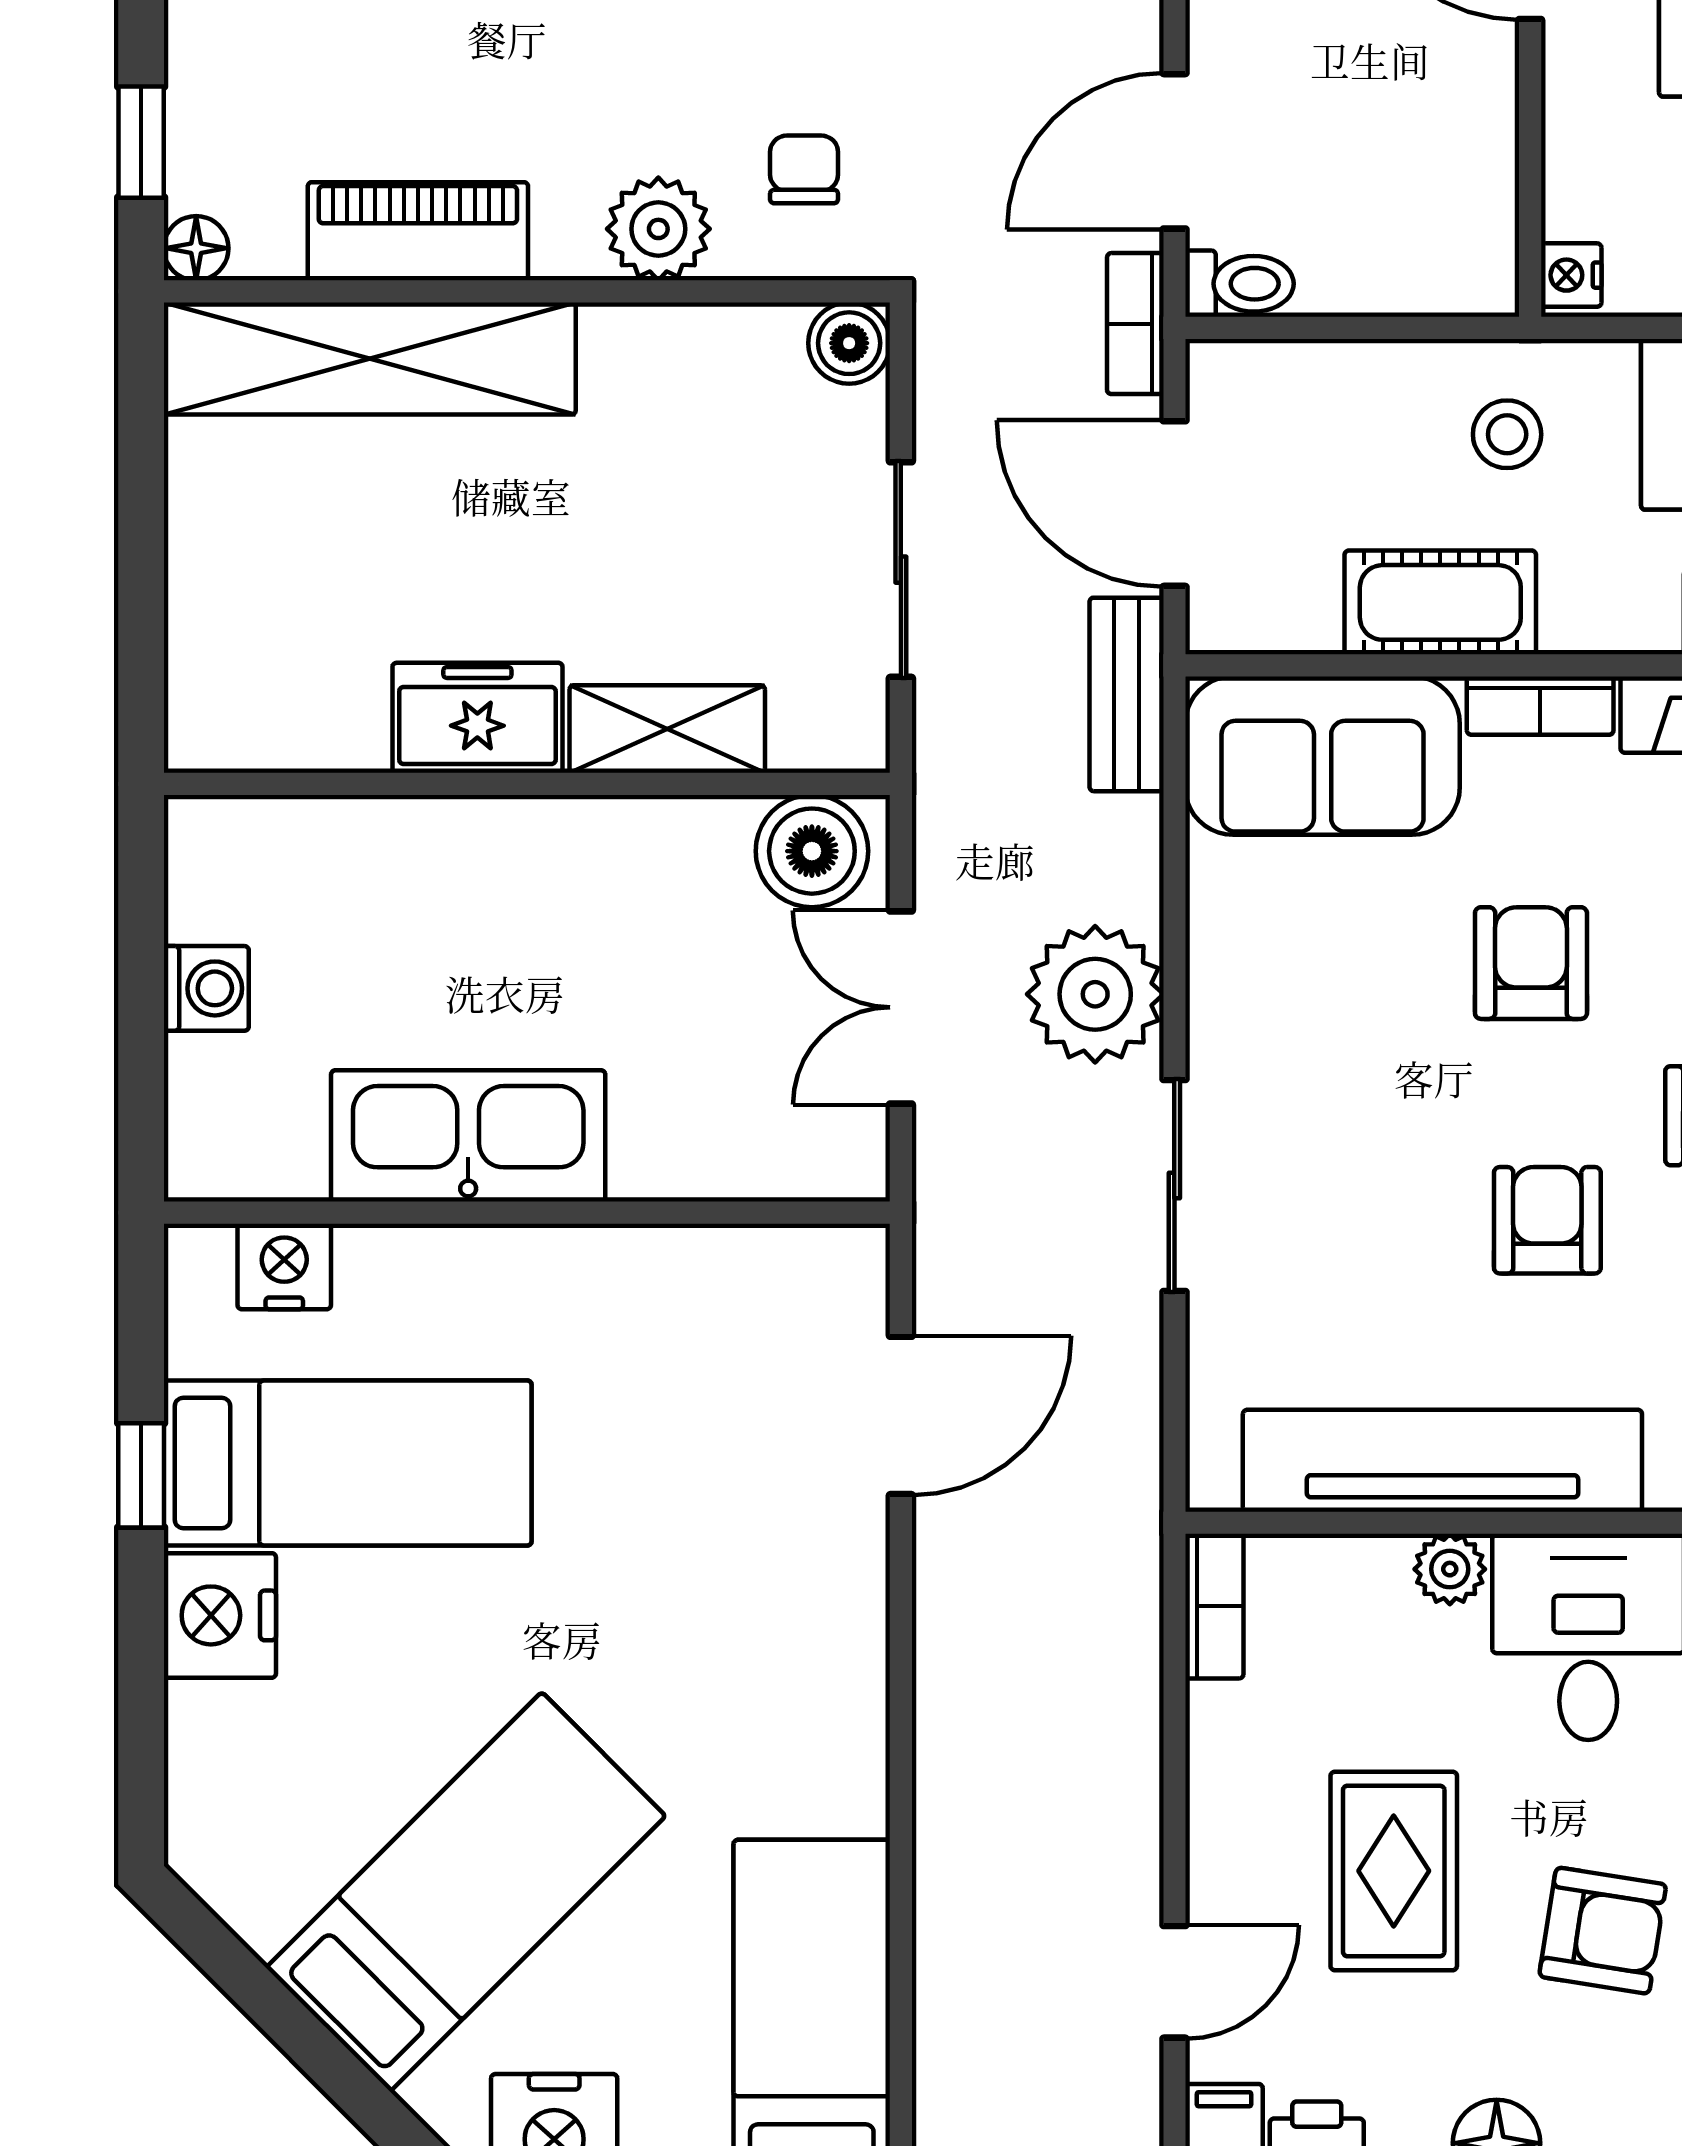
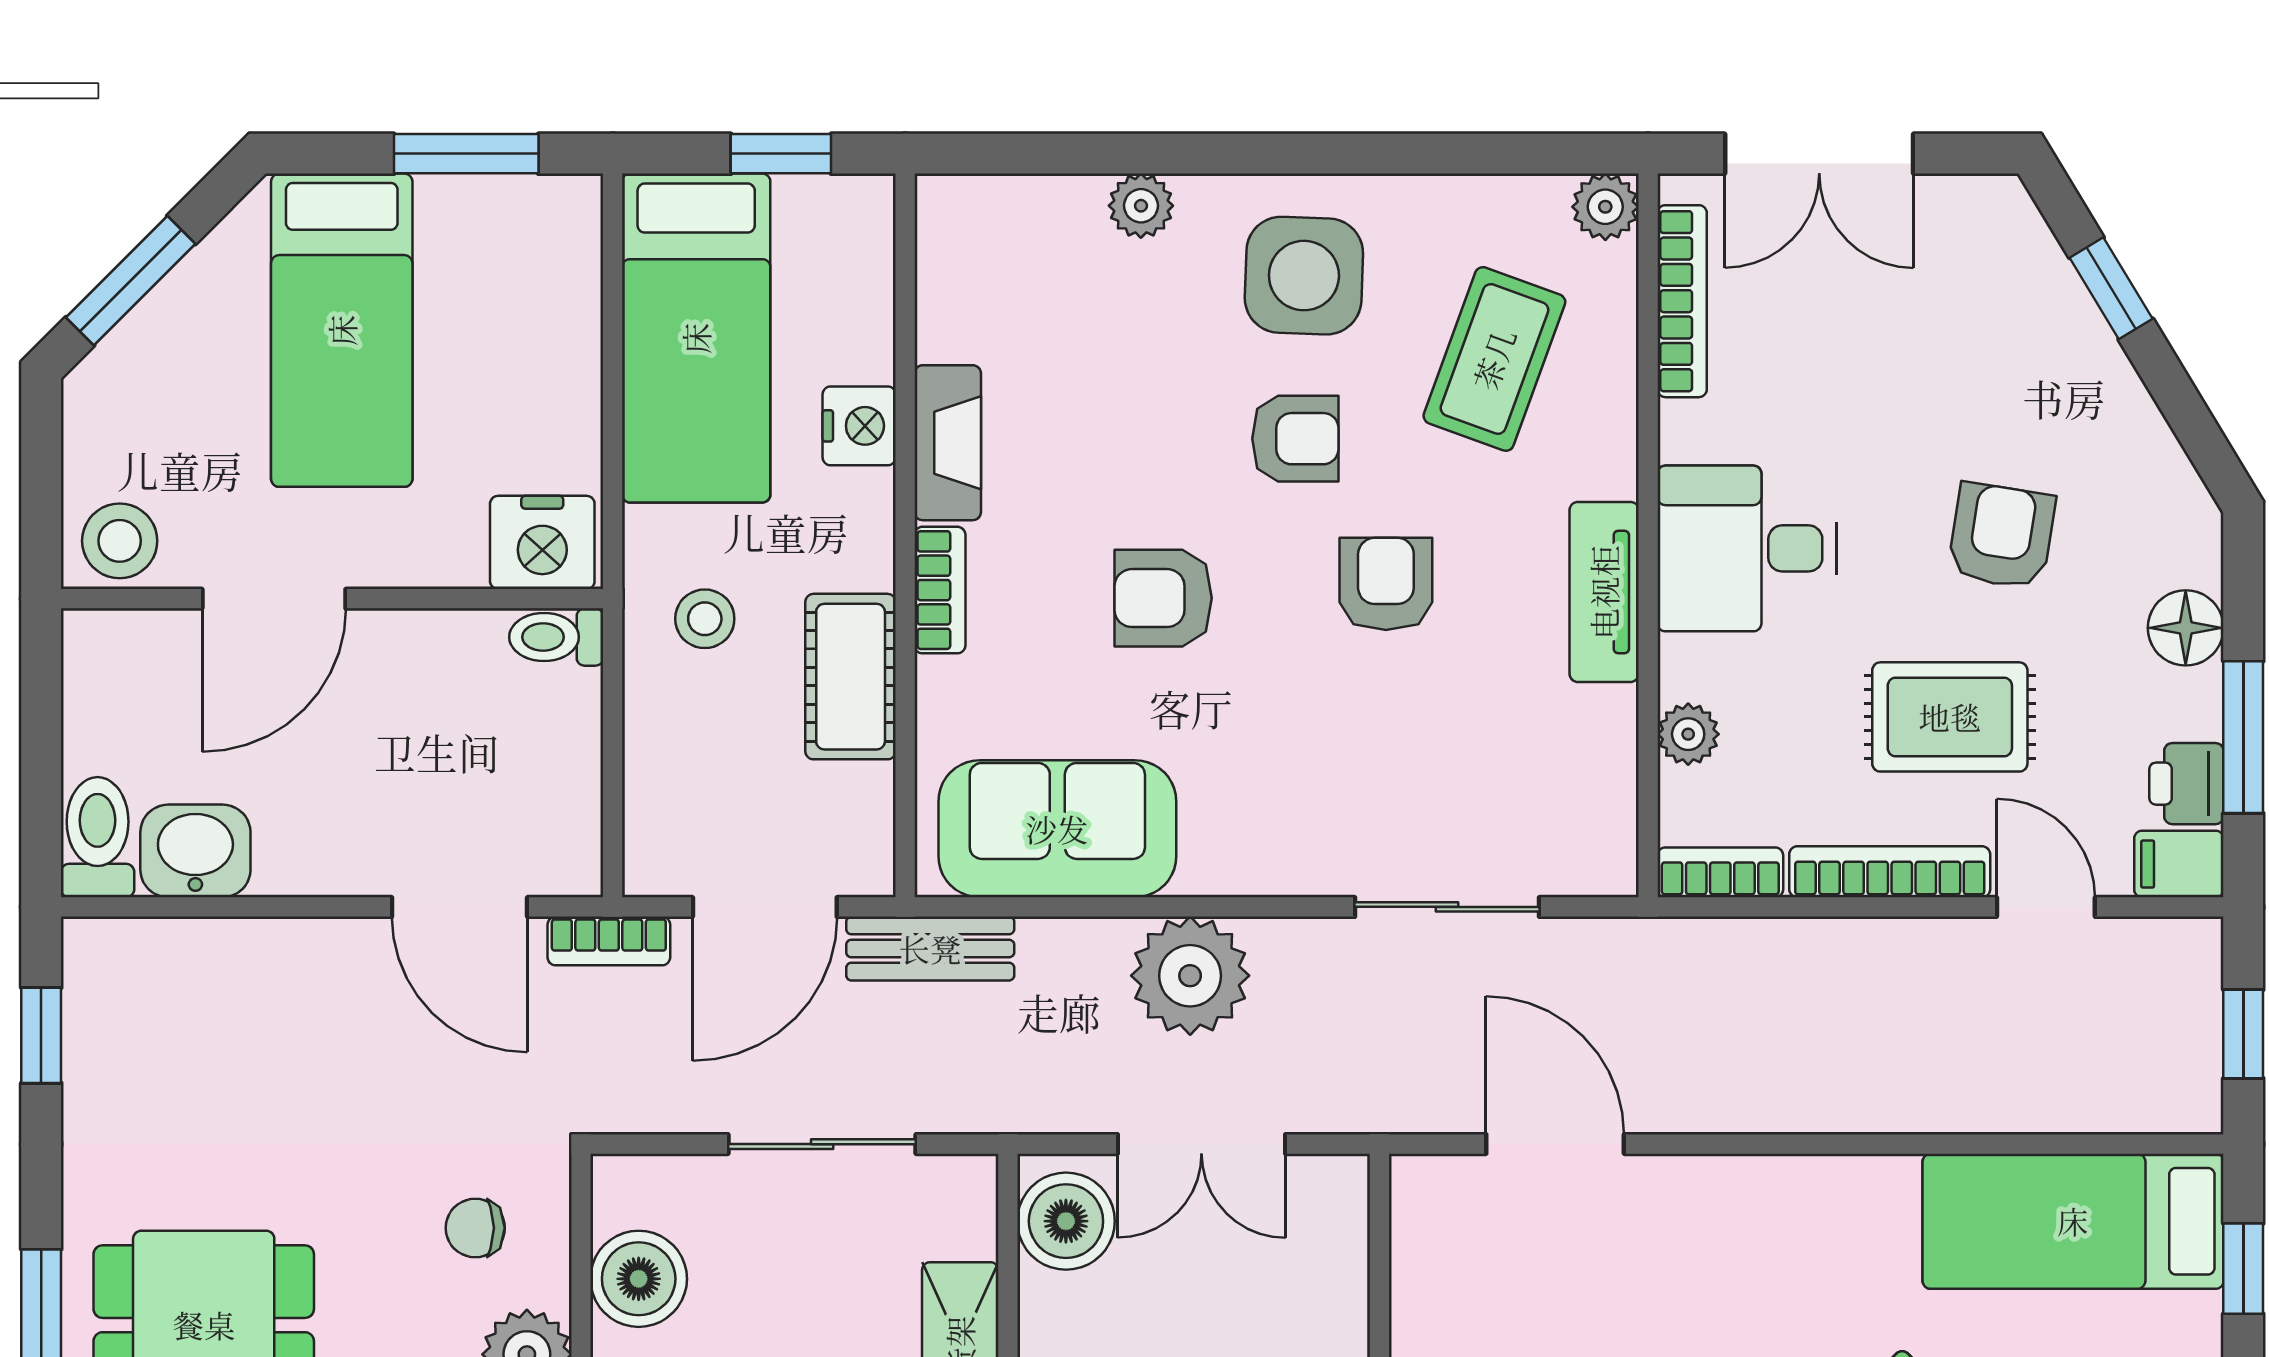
nightstand: (1571, 275) -> (542, 542), width x1.89, depth x1.79
toilet: (1240, 284) -> (556, 637), moved, turned -90
boiler: (849, 343) -> (639, 1279), moved, width x1.36, depth x1.36
sofa: (1323, 756) -> (1057, 829), moved, turned -90
sliding door: (1174, 1186) -> (1447, 907), moved
armchair: (1547, 1220) -> (1386, 584), turned 90
tv unit: (1442, 1461) -> (1604, 592), width x0.52, depth x0.78
plant: (1450, 1569) -> (1688, 734), moved
bookcase: (1215, 1802) -> (1890, 872), added

